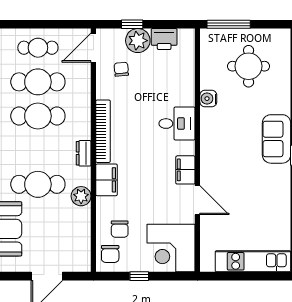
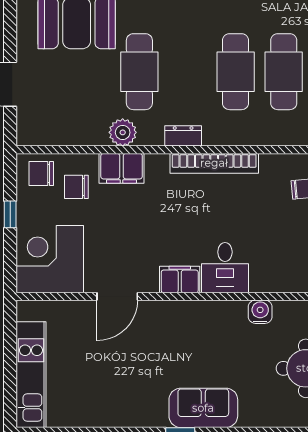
filing cabinet: (185, 170) -> (180, 280), moved
filing cabinet: (106, 180) -> (122, 168), moved

